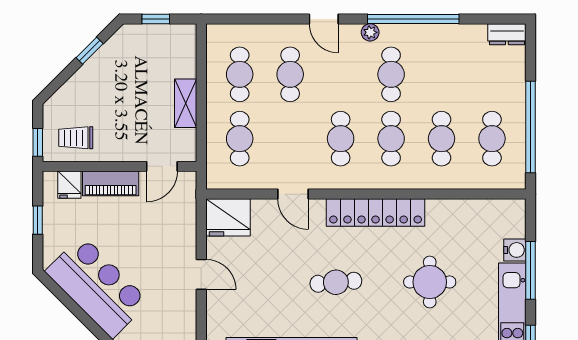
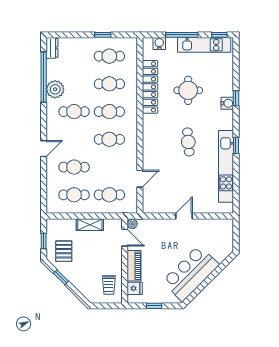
window: (413, 19) -> (44, 77), moved
plant: (370, 32) -> (55, 89), moved, width x1.88, depth x1.88
pallet: (137, 56) -> (64, 251), added
window: (530, 127) -> (103, 35), width x0.32
window: (38, 142) -> (111, 306), removed
plant: (187, 180) -> (132, 224), added
door: (293, 194) -> (140, 179), moved
locker: (376, 213) -> (150, 87), moved
fridge: (228, 217) -> (153, 201), removed
water cooler: (515, 250) -> (159, 44), moved

